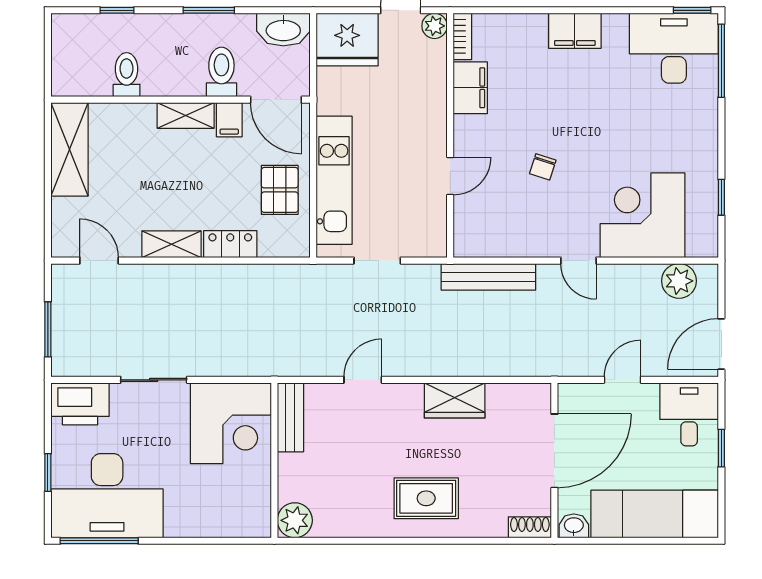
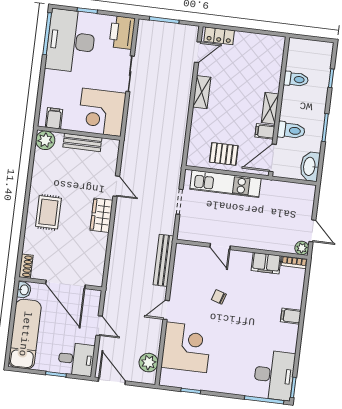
filing cabinet: (575, 31) -> (291, 316), width x0.50
fridge: (347, 40) -> (300, 200), removed
shelving: (69, 149) -> (260, 44), removed
locker: (230, 244) -> (219, 36), moved, turned 90
wardrobe: (455, 400) -> (101, 215), moved
bench: (290, 417) -> (82, 142), moved
filing cabinet: (253, 509) -> (54, 118), added

